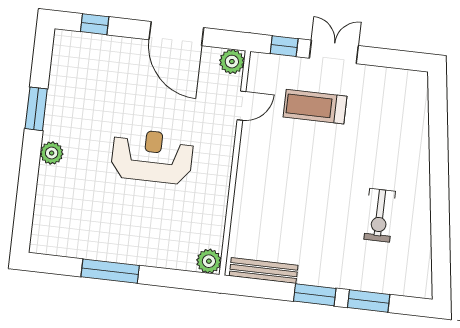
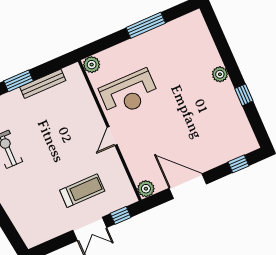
door: (242, 106) -> (112, 136), moved
window: (36, 109) -> (244, 95), width x0.67
reception desk: (152, 156) -> (129, 93), moved
bench: (264, 271) -> (43, 84), moved

